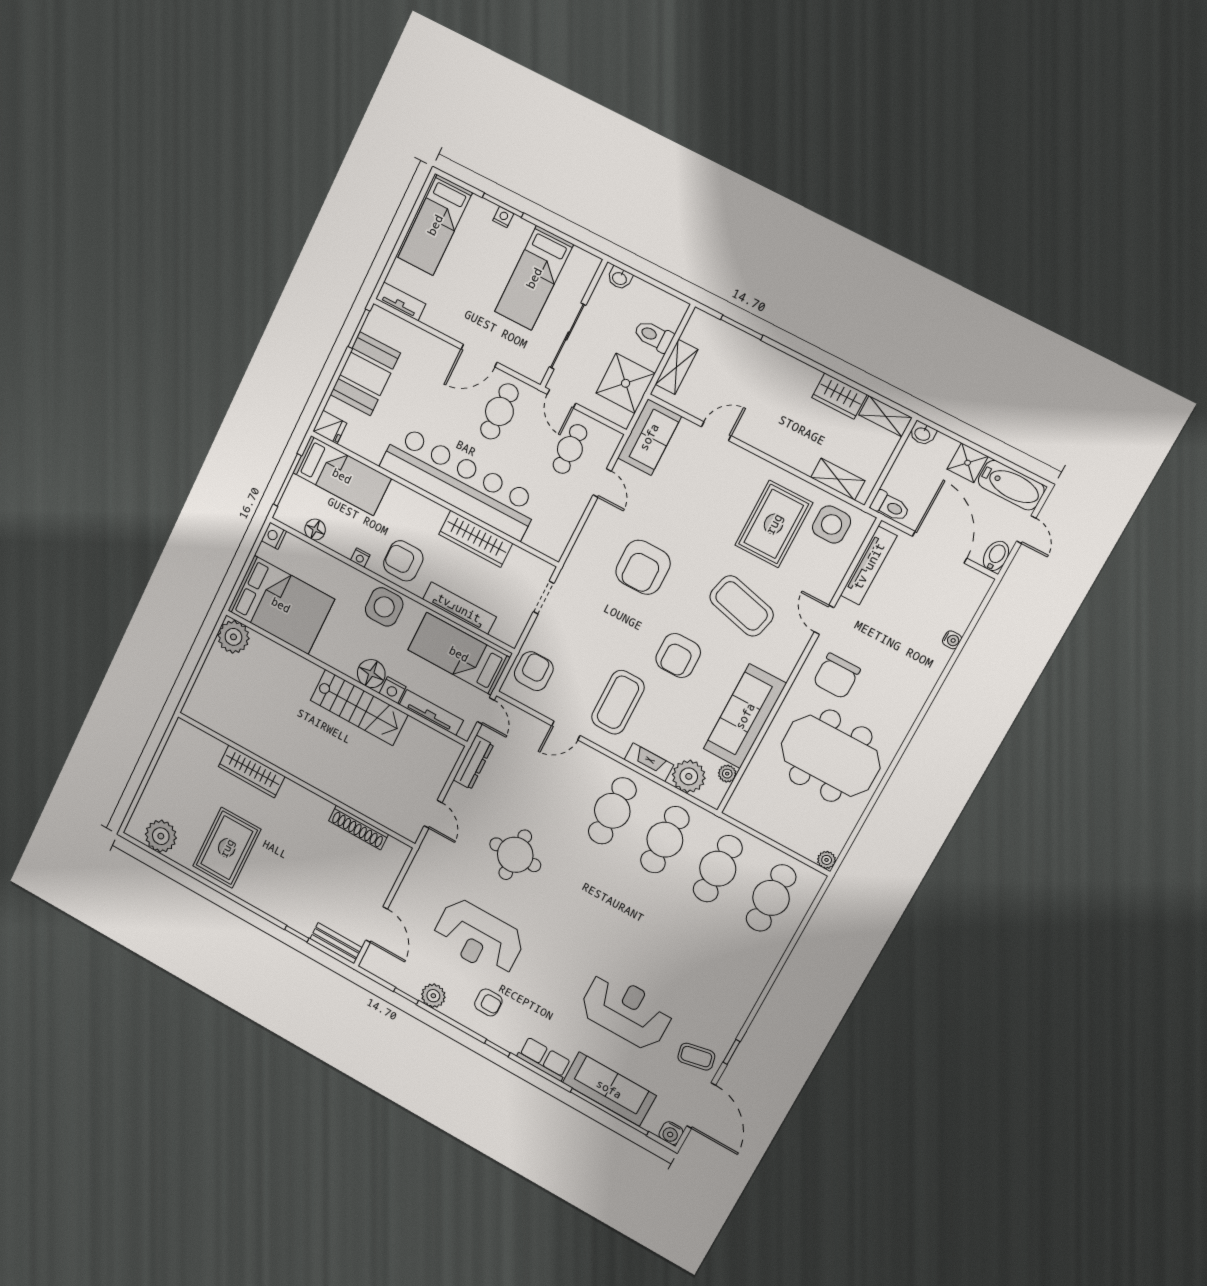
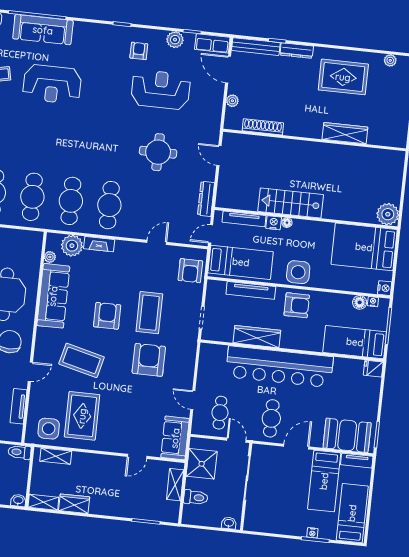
bed: (534, 278) -> (324, 481), moved, turned 180
booth: (365, 374) -> (347, 435), moved, turned 90
nightstand: (360, 558) -> (373, 302), moved
tv unit: (869, 566) -> (19, 406), width x0.71
door: (824, 620) -> (30, 372), hinge flipped
floor lamp: (371, 674) -> (287, 223), width x0.53, depth x0.53
coffee table: (618, 702) -> (149, 313), moved
door: (486, 711) -> (211, 234), hinge flipped
plant: (161, 836) -> (390, 60), width x0.53, depth x0.53
rug: (227, 848) -> (343, 77), turned 90
plant: (387, 880) -> (232, 101), added
dresser: (276, 909) -> (297, 51), added
bench: (336, 943) -> (256, 47), width x1.36
armchair: (488, 1002) -> (139, 51), turned 90
row of seats: (544, 1059) -> (212, 43), moved

